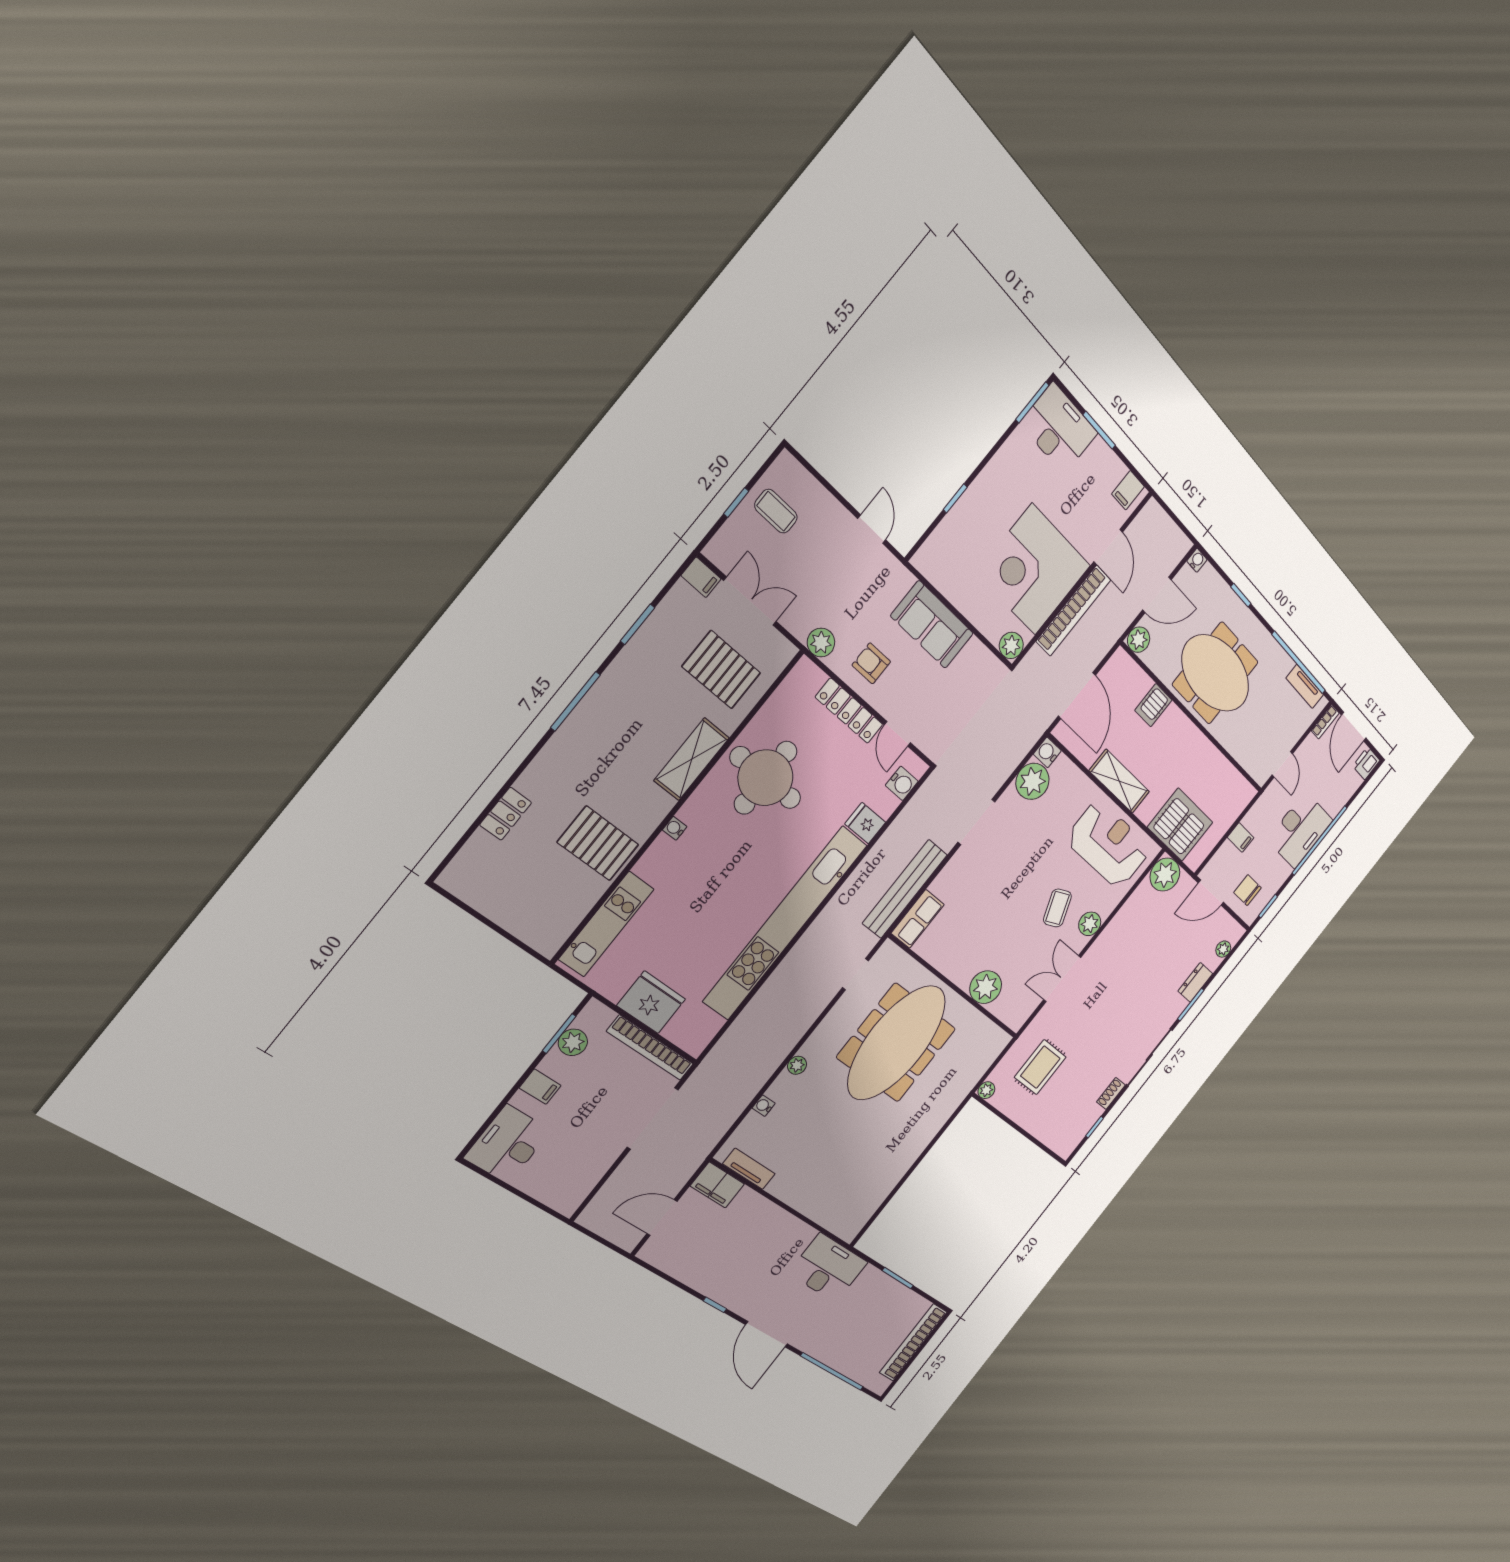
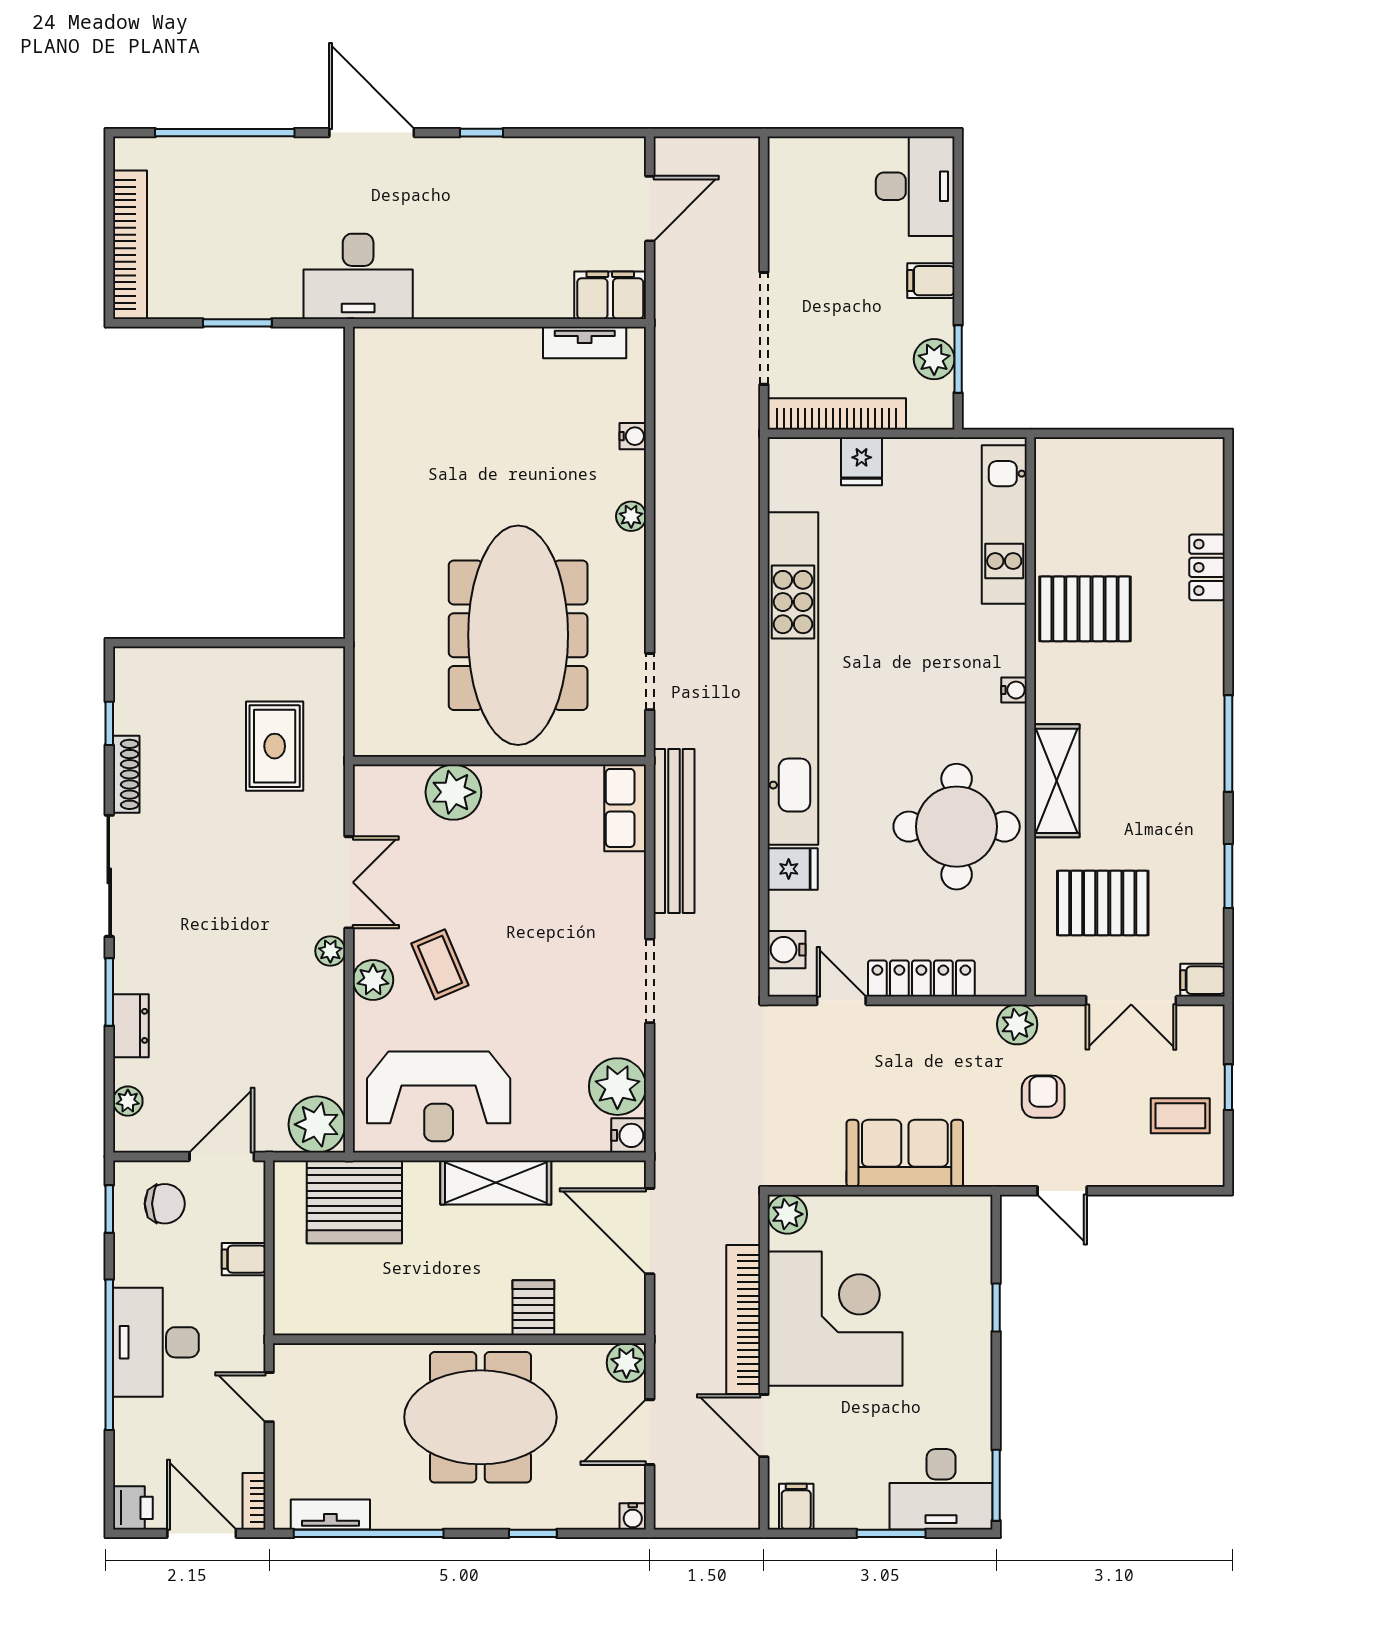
armchair: (871, 663) -> (1043, 1097), moved, turned -90
fridge: (651, 1002) -> (862, 461), width x0.53, depth x0.75
plant: (986, 1090) -> (330, 951), moved
shoe rack: (1111, 1093) -> (126, 774), width x1.43

